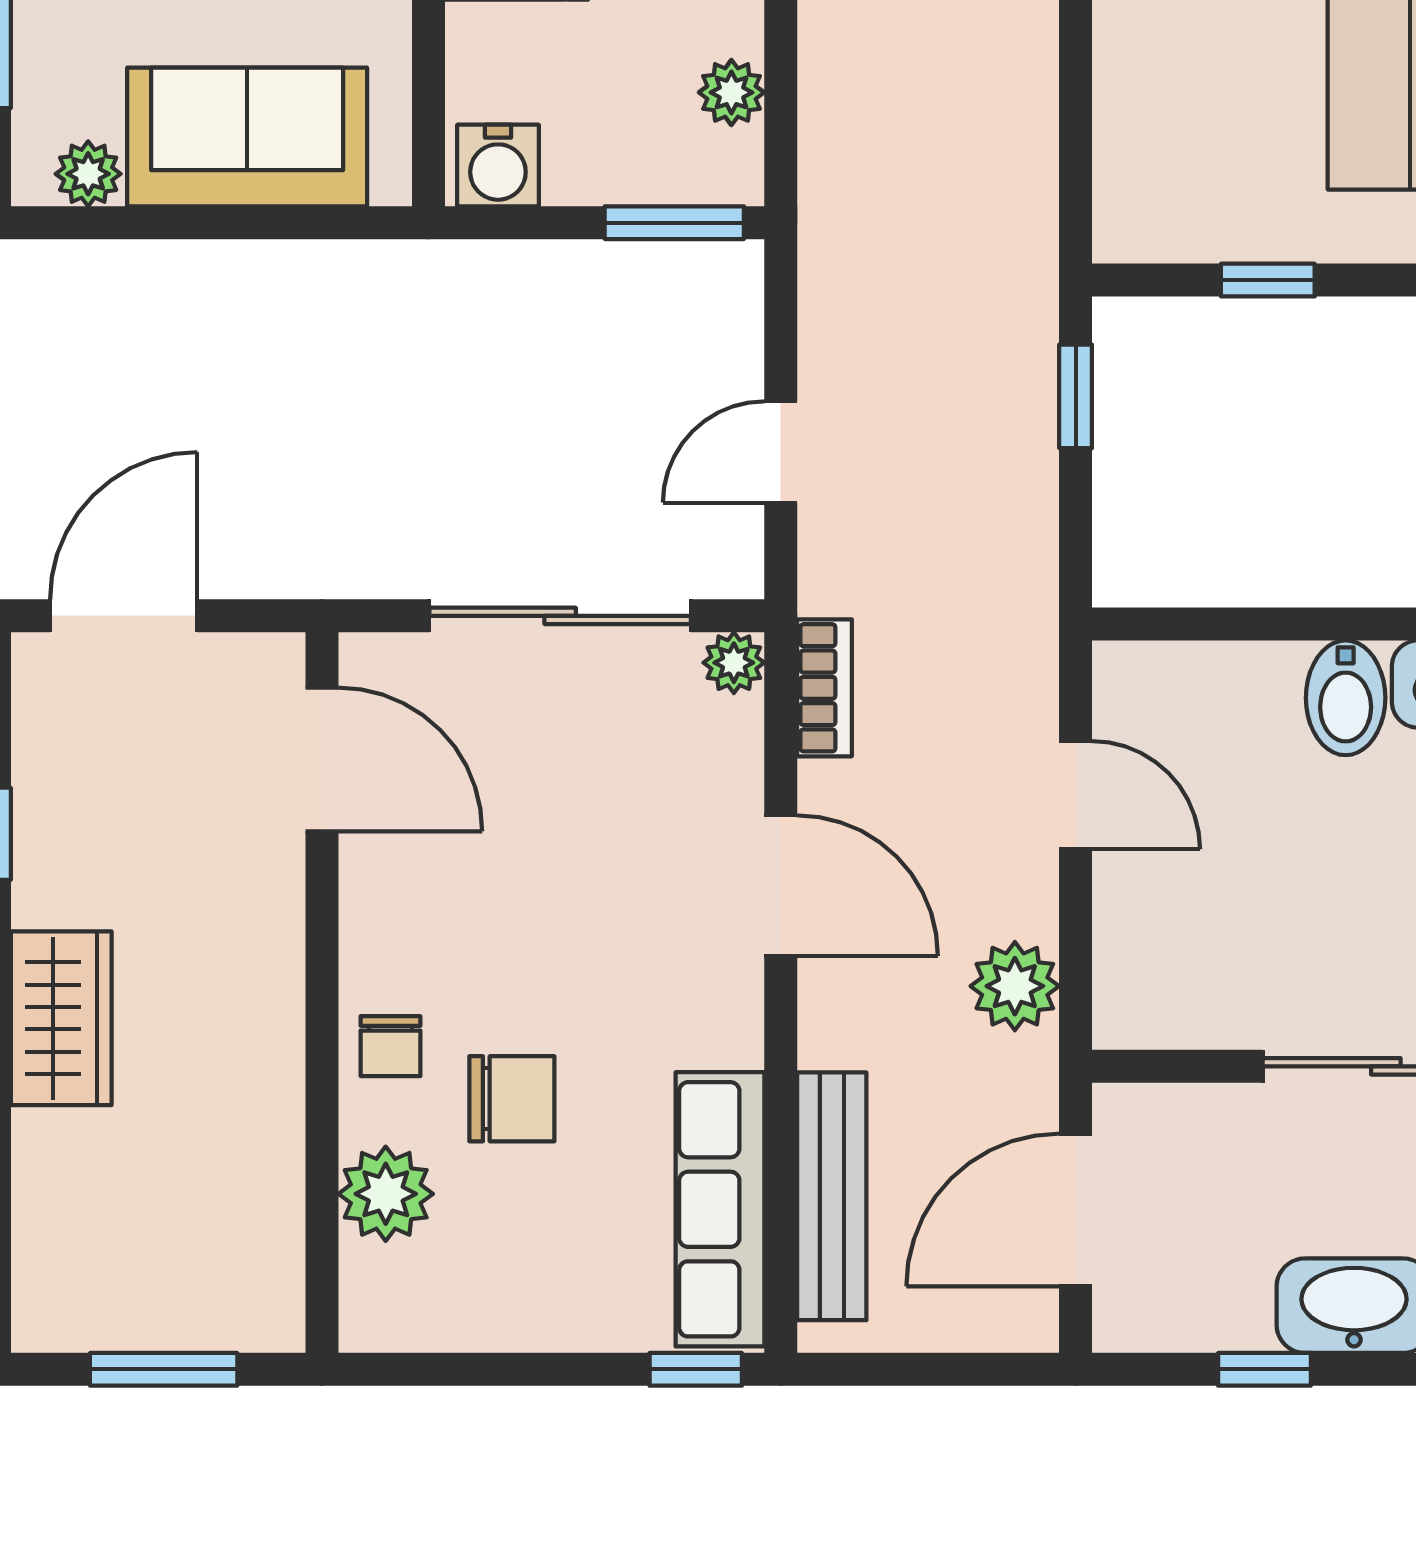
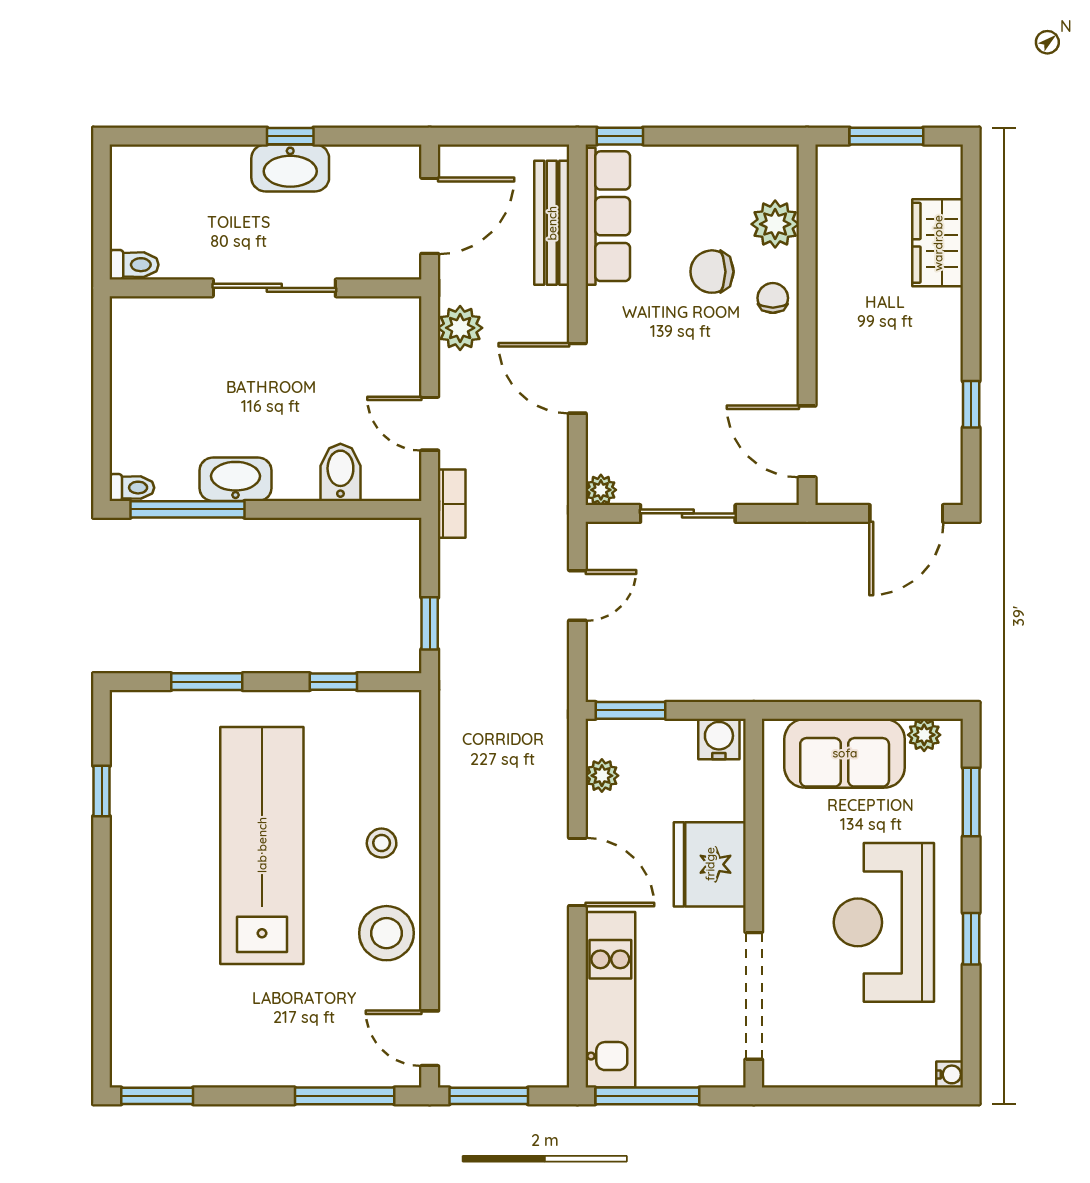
sliding door: (560, 616) -> (688, 513), width x0.73
bookcase: (824, 688) -> (452, 504), moved, turned 180
bidet: (1346, 698) -> (340, 472), moved
wardrobe: (61, 1018) -> (938, 243), moved
window: (1264, 1369) -> (290, 136), moved

